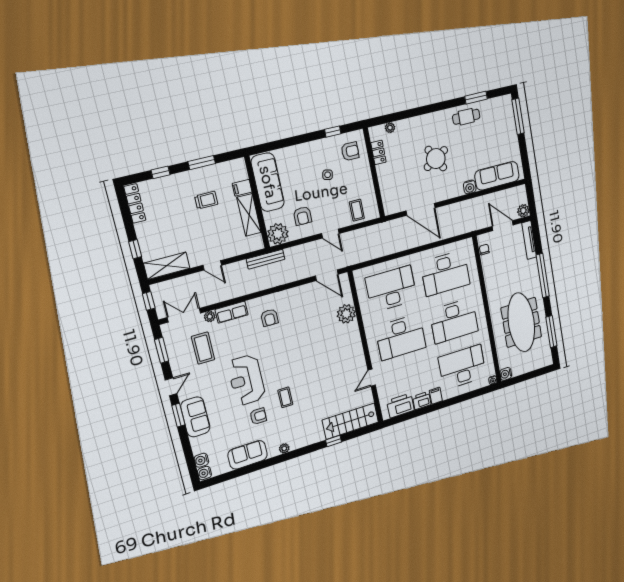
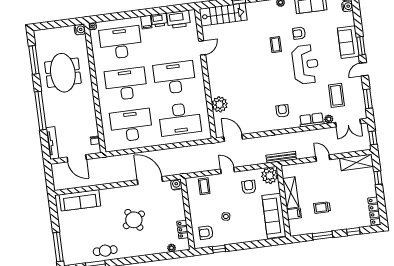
water cooler: (470, 187) -> (176, 185), moved
plant: (523, 211) -> (57, 169), removed
meeting table: (521, 322) -> (63, 73), width x0.73
desk: (462, 367) -> (121, 43), turned 180

